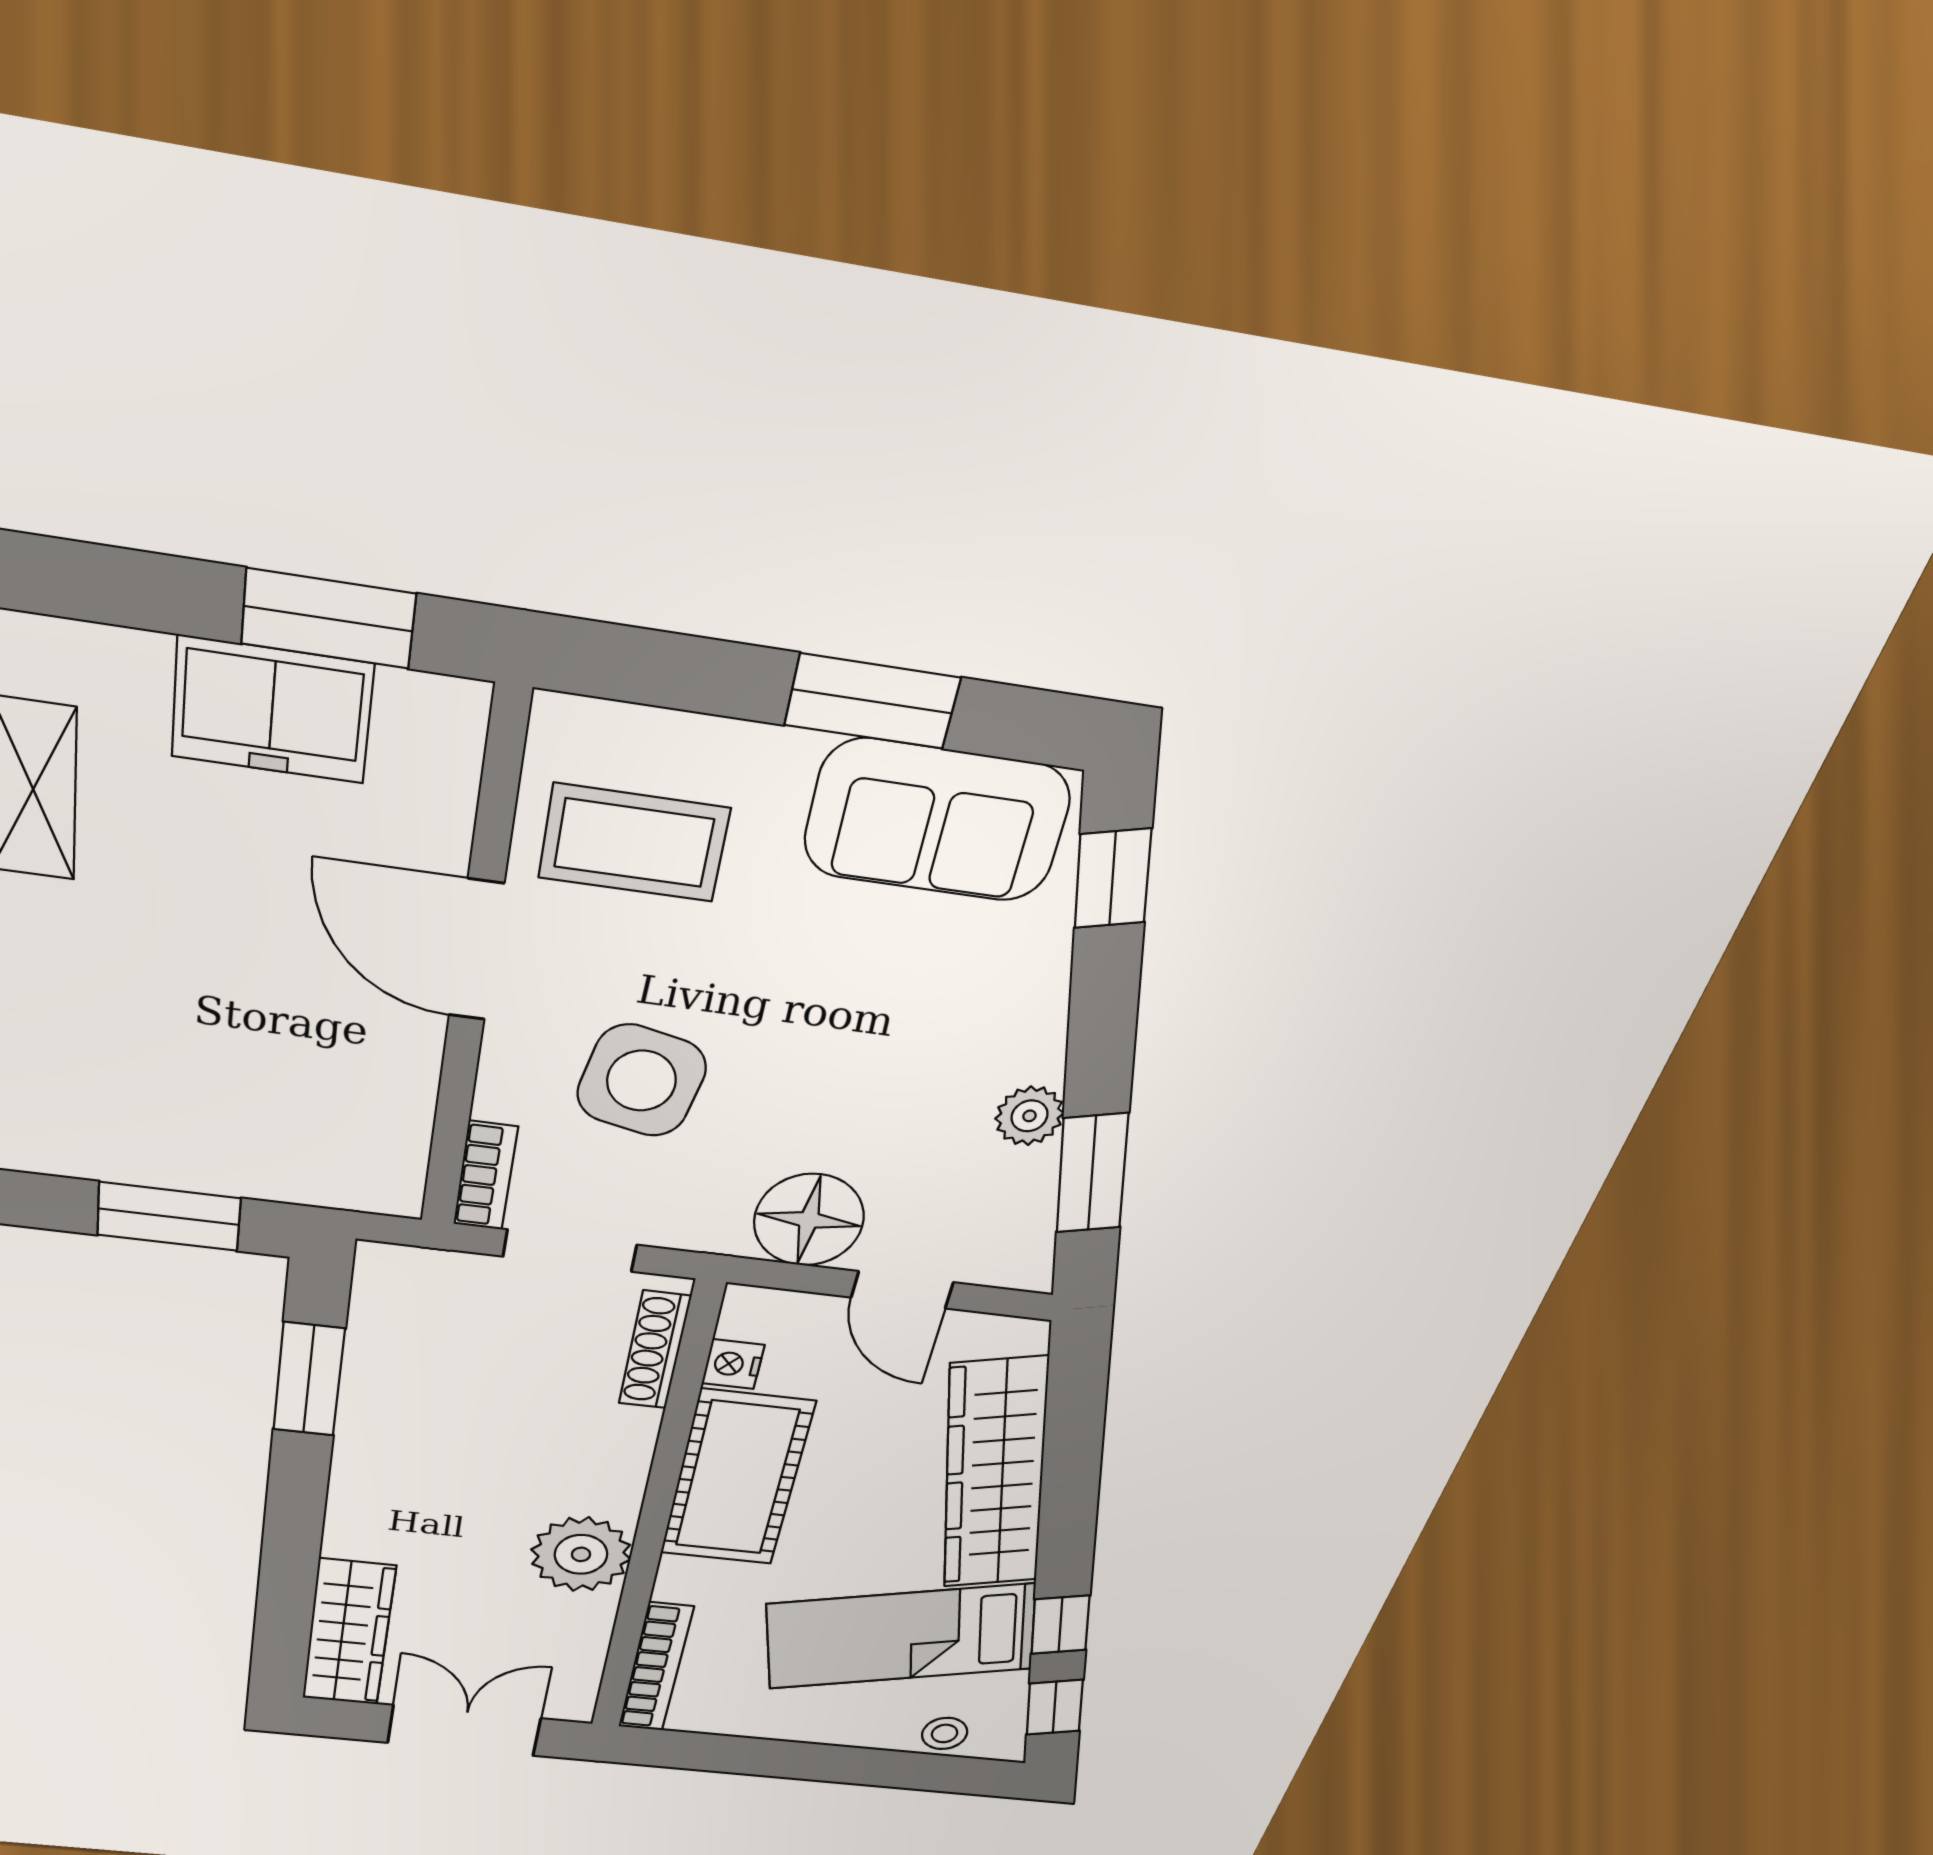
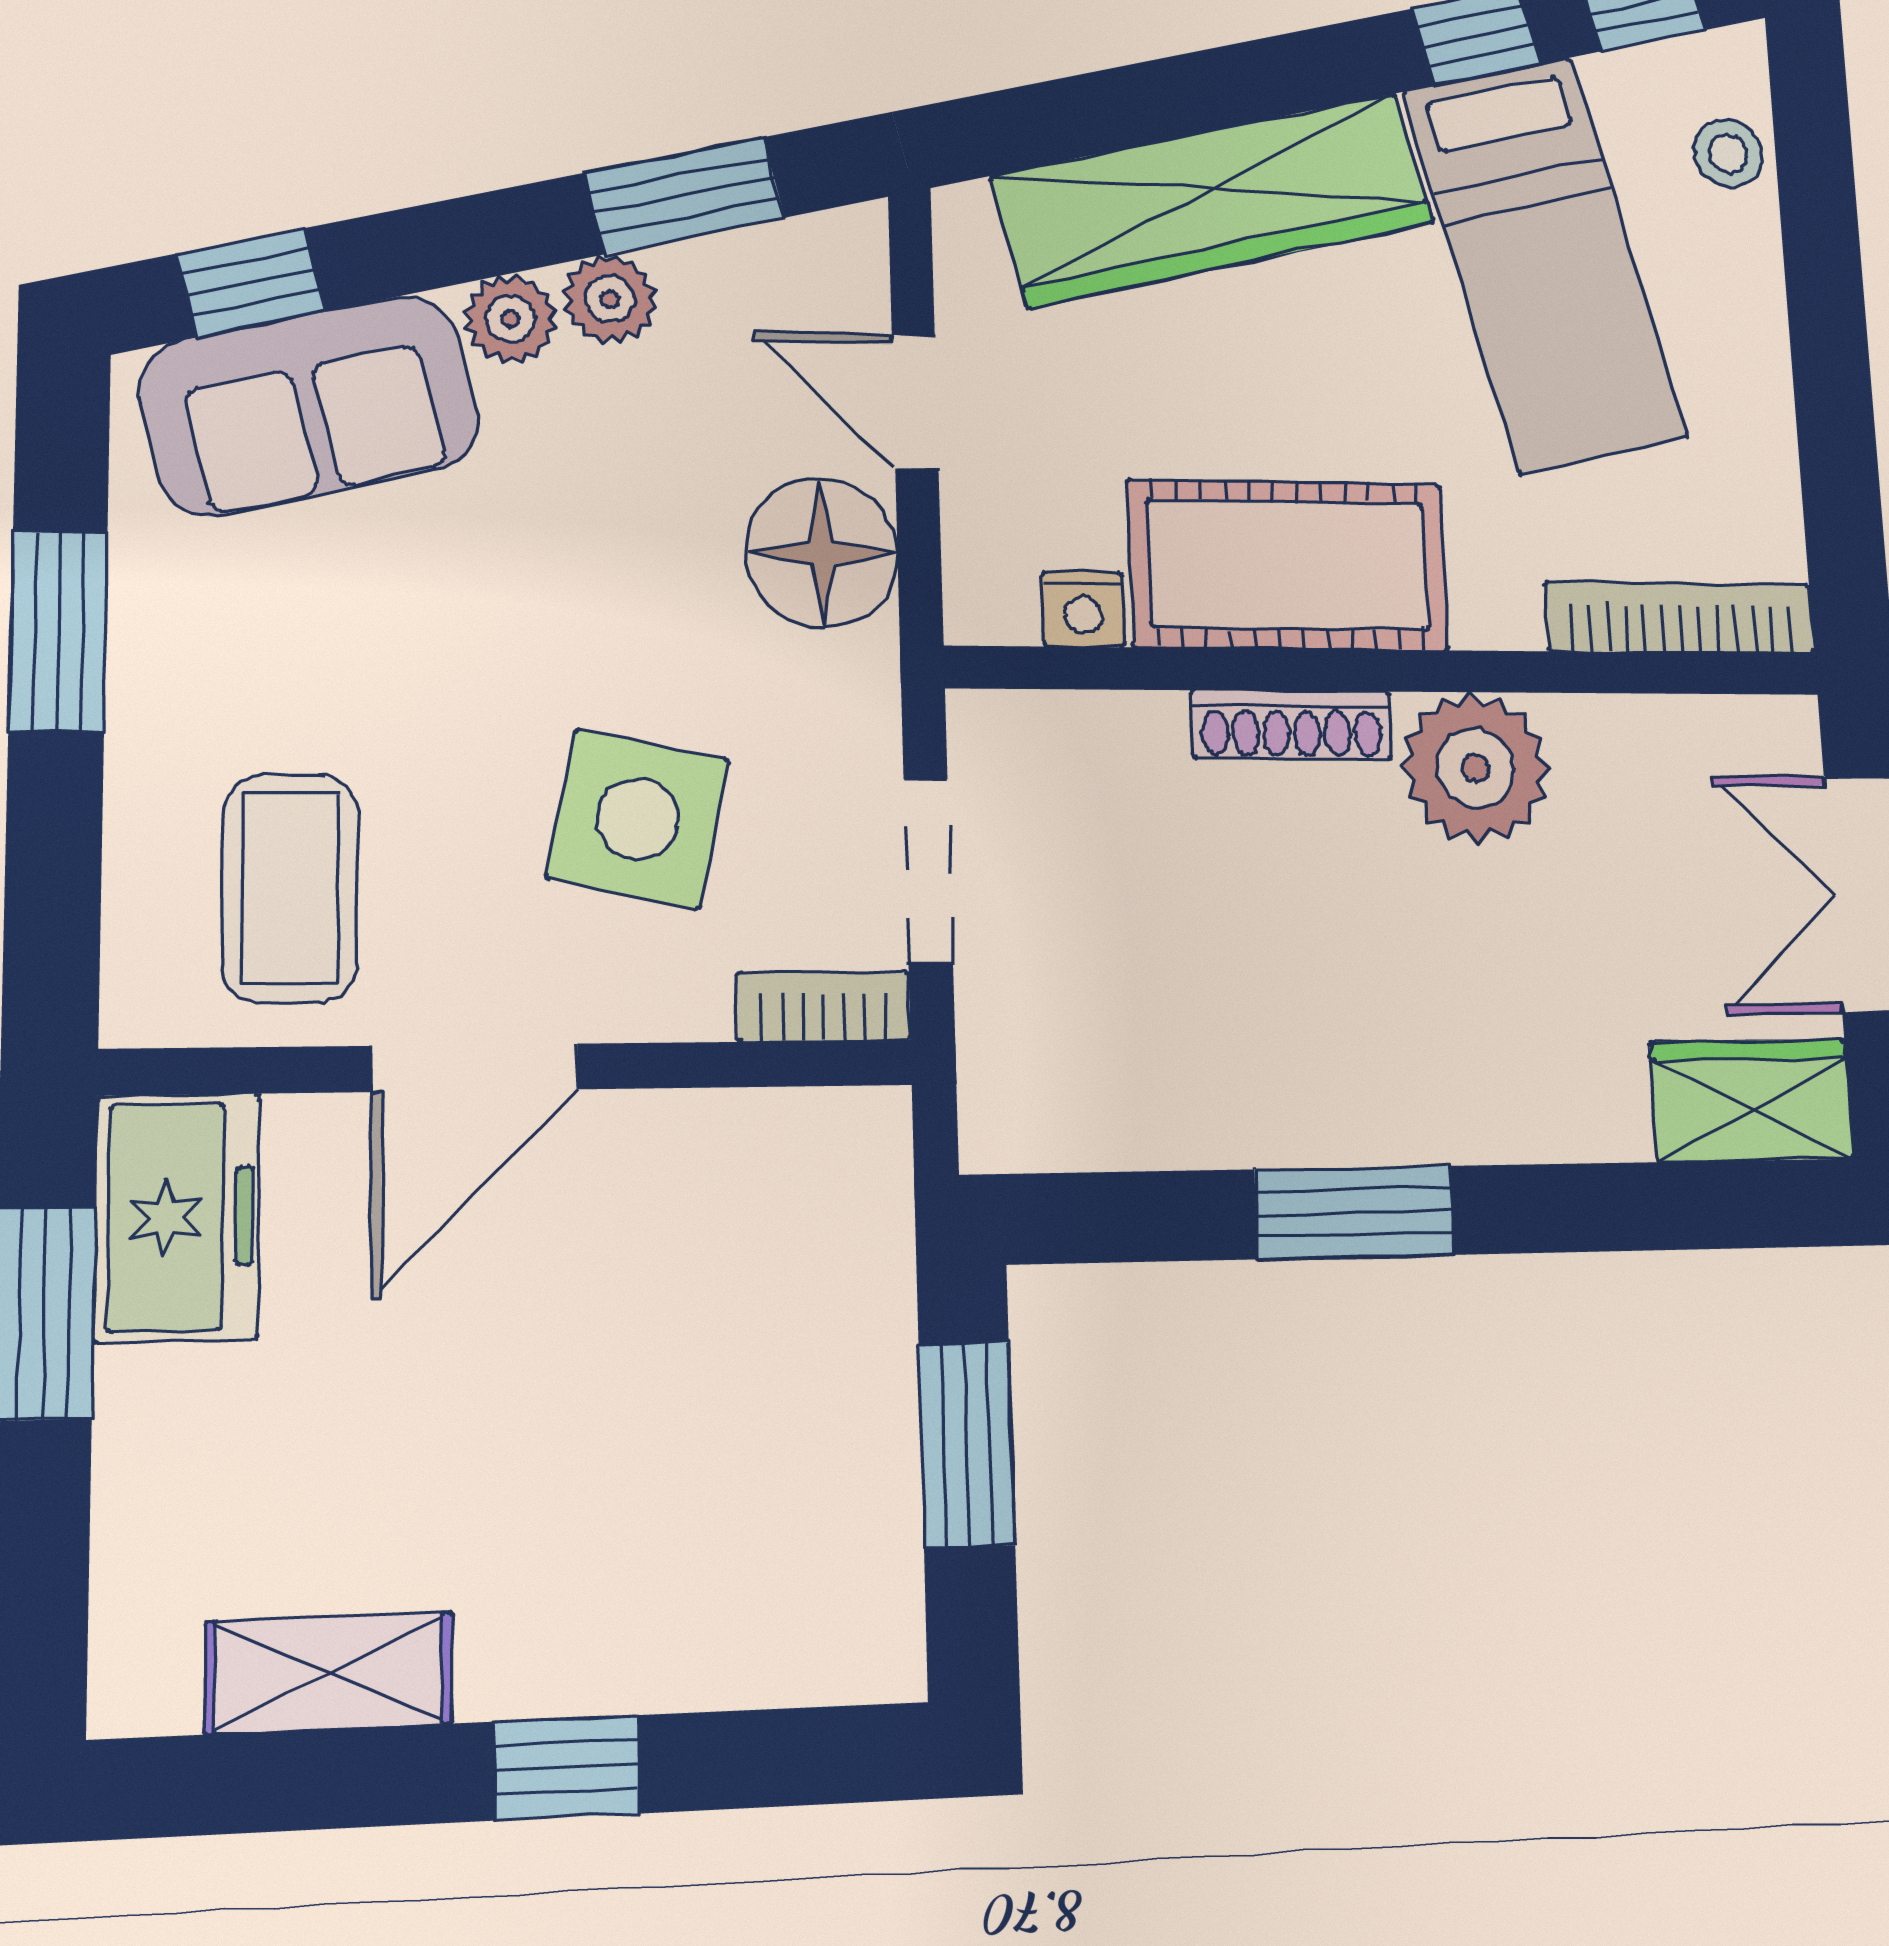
freezer: (272, 710) -> (177, 1217), moved
sofa: (937, 821) -> (310, 406), moved, turned 76
plant: (1033, 1050) -> (510, 319), added
door: (902, 1290) -> (915, 402), swing flipped
shoe rack: (655, 1350) -> (1291, 725), moved
window: (309, 1379) -> (1355, 1212), moved
wardrobe: (348, 1633) -> (1752, 1100), width x0.67

